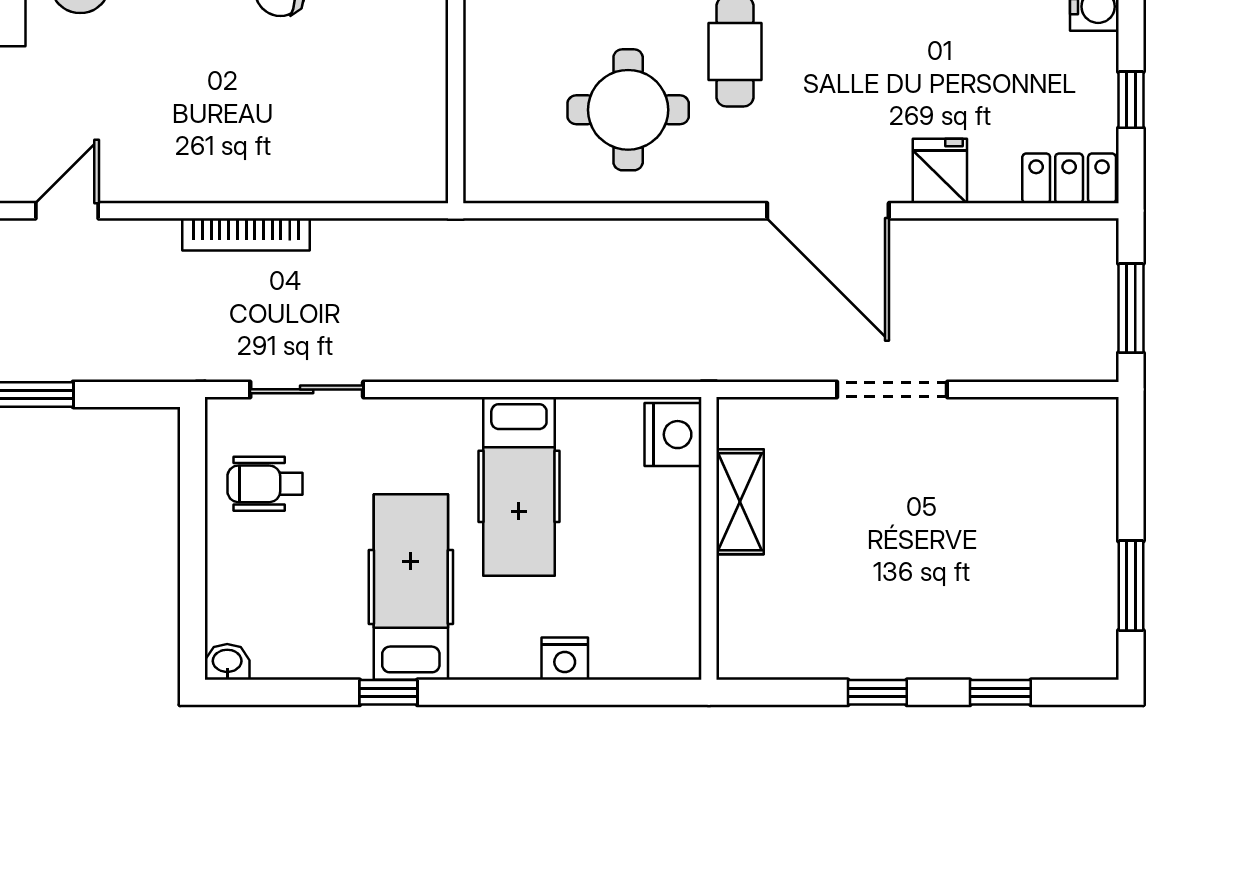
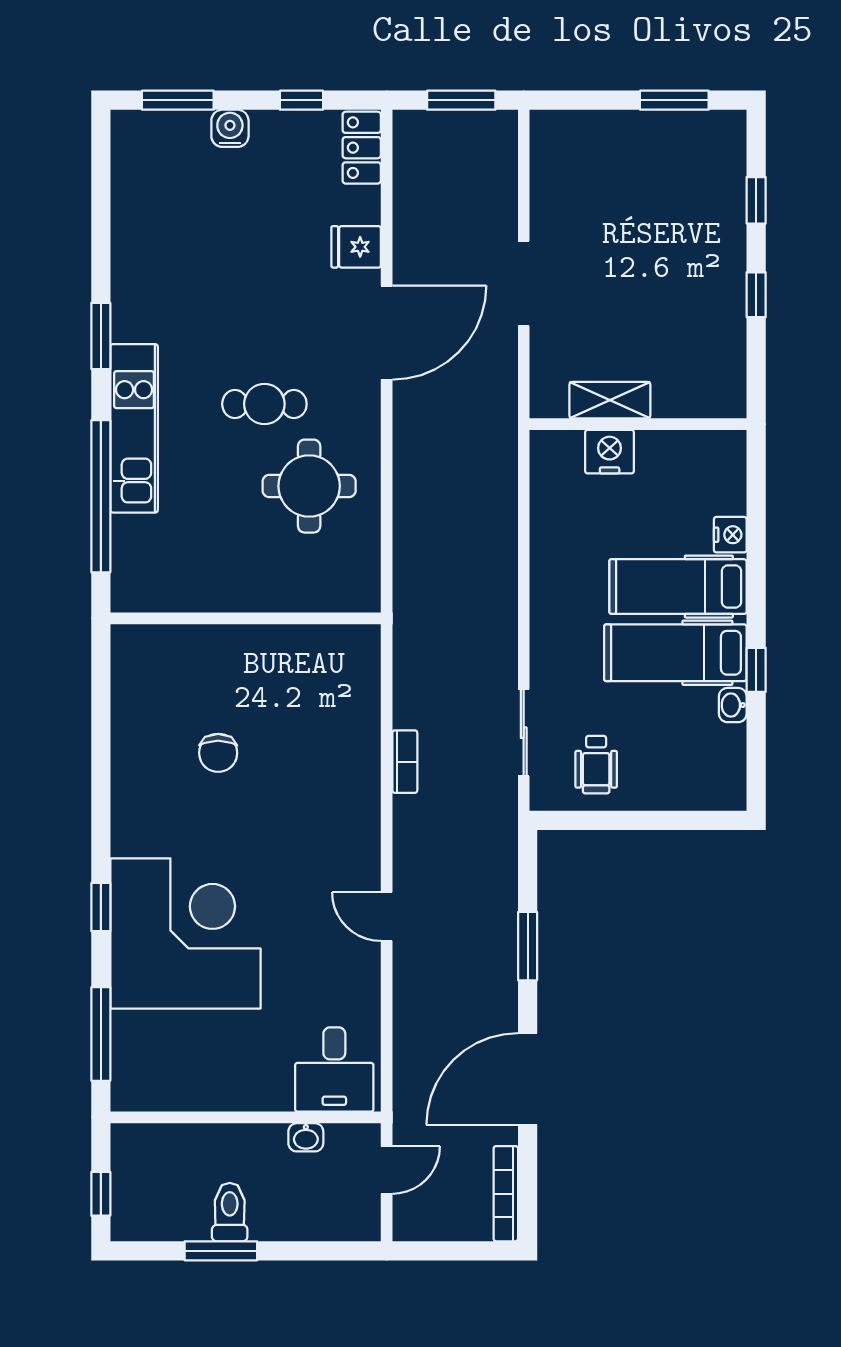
bookcase: (246, 234) -> (405, 762), width x0.64
nightstand: (673, 435) -> (610, 452), moved
hospital bed: (519, 486) -> (678, 587), moved, turned 180
washbasin: (227, 662) -> (733, 705), moved

